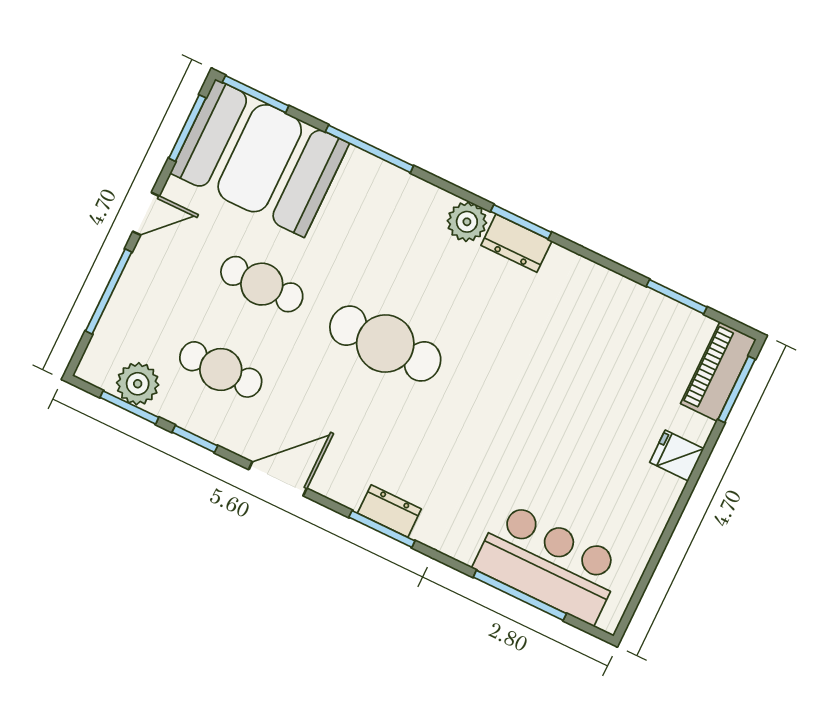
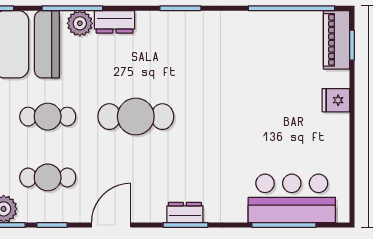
plant: (467, 222) -> (80, 23), moved
dresser: (516, 243) -> (114, 22), moved
window: (677, 297) -> (292, 8), width x2.11
window: (737, 389) -> (352, 45), width x0.67

